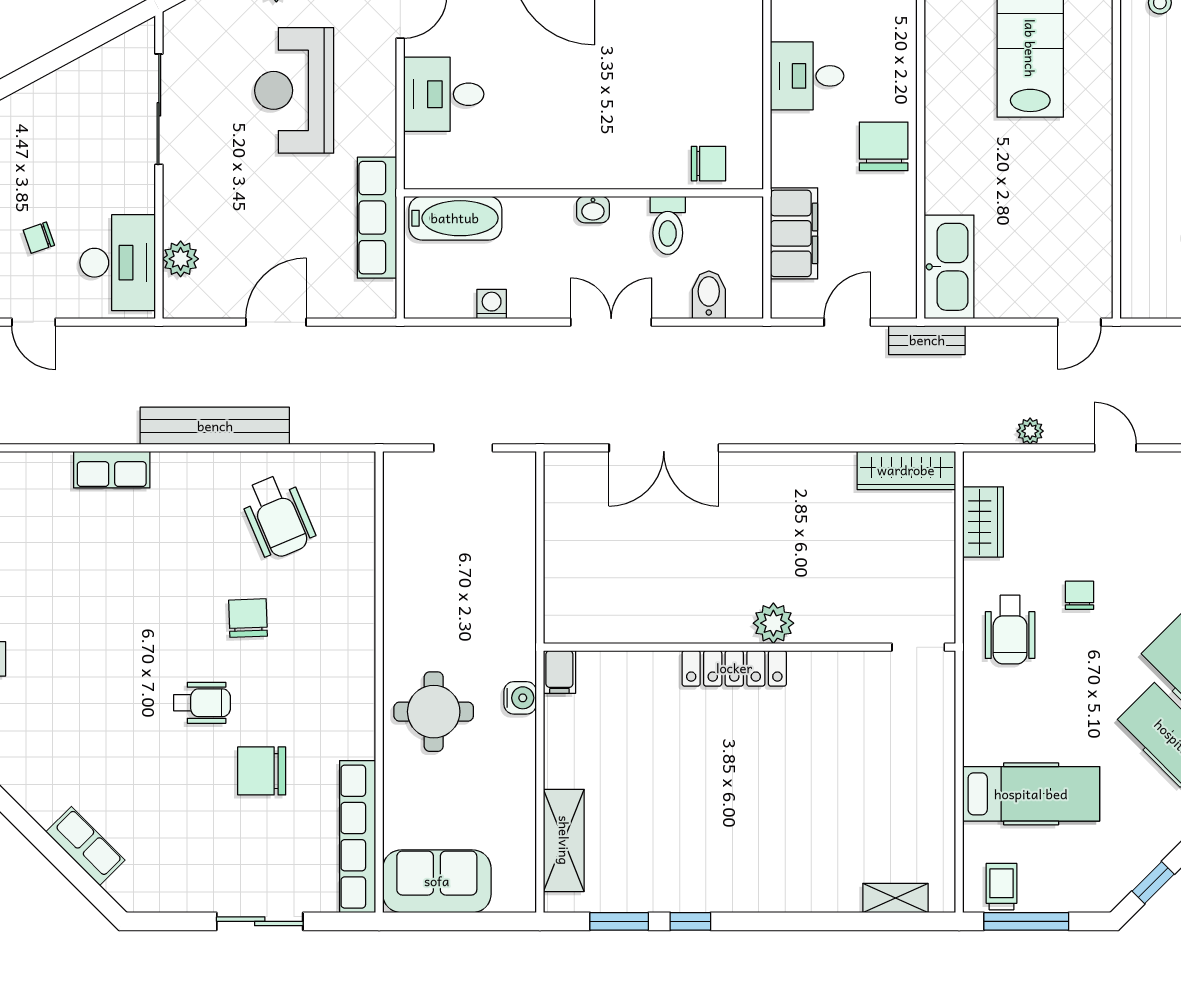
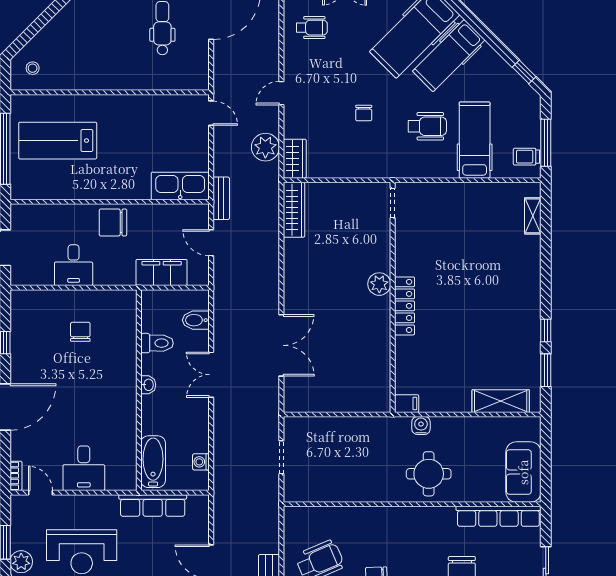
chair: (708, 164) -> (80, 332), moved
washing machine: (492, 304) -> (201, 462), moved
plant: (1030, 431) -> (265, 147), width x1.88, depth x1.88
wardrobe: (983, 522) -> (295, 159), moved, turned 90
chair: (1079, 595) -> (364, 113), turned -90
wheelchair: (1010, 630) -> (427, 126), moved

